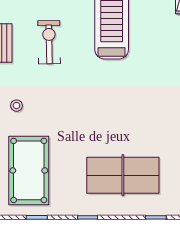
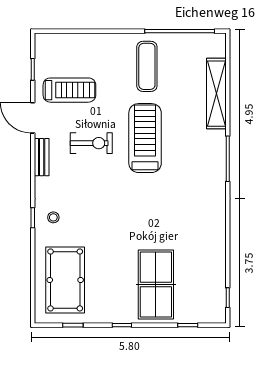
exercise bike: (49, 42) -> (91, 143), moved, turned 91
table tennis table: (123, 175) -> (156, 285), turned 90

